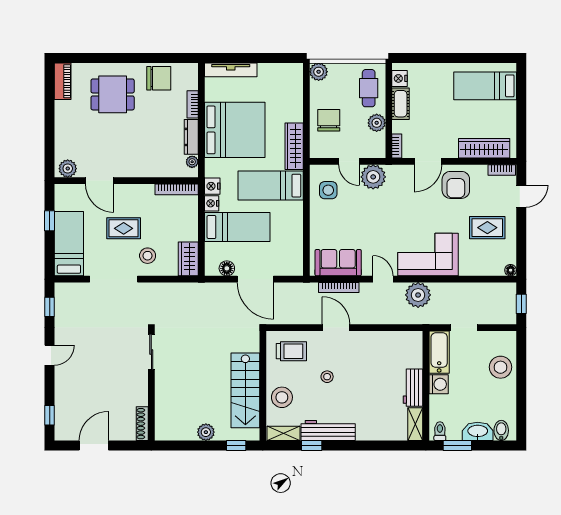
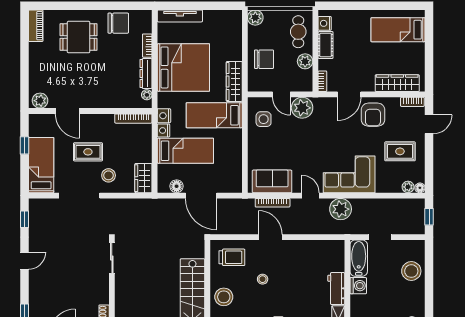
chair: (329, 120) -> (264, 59), turned 90
plant: (497, 269) -> (408, 187), added

